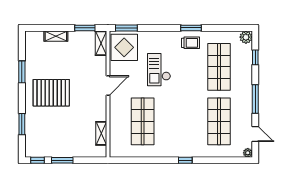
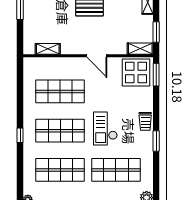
trolley: (191, 43) -> (145, 121), moved
checkout: (159, 70) -> (105, 129), moved, turned -90
shop shelf: (181, 121) -> (60, 131), added

